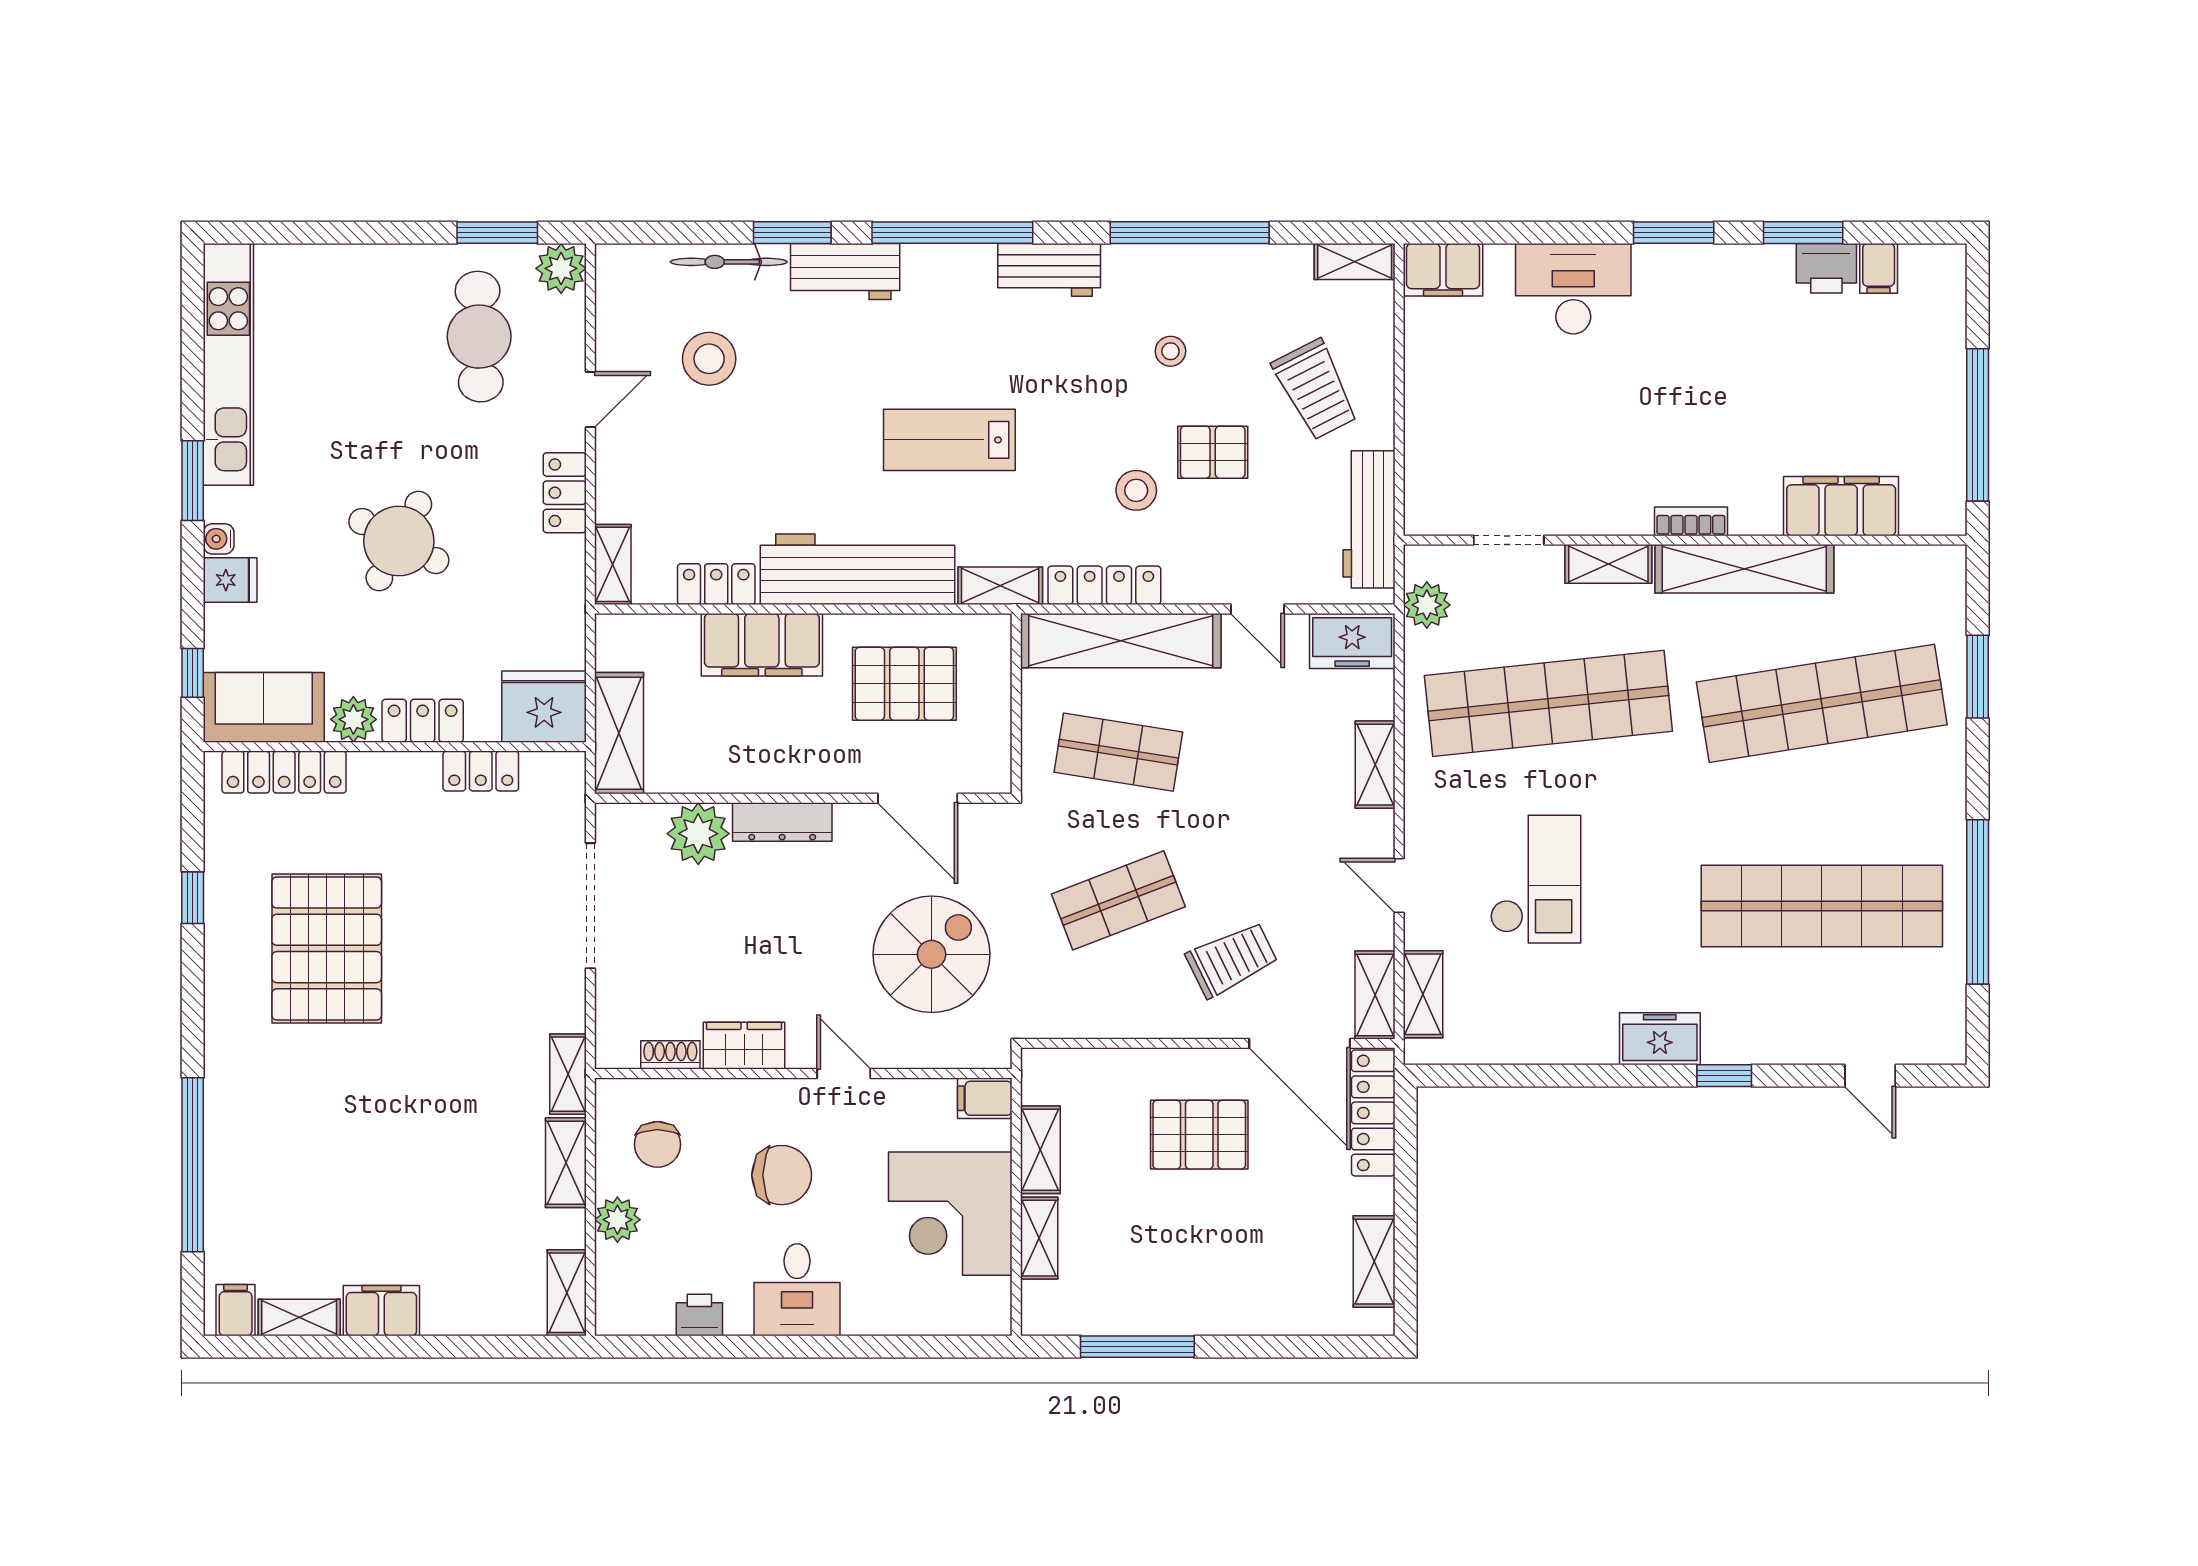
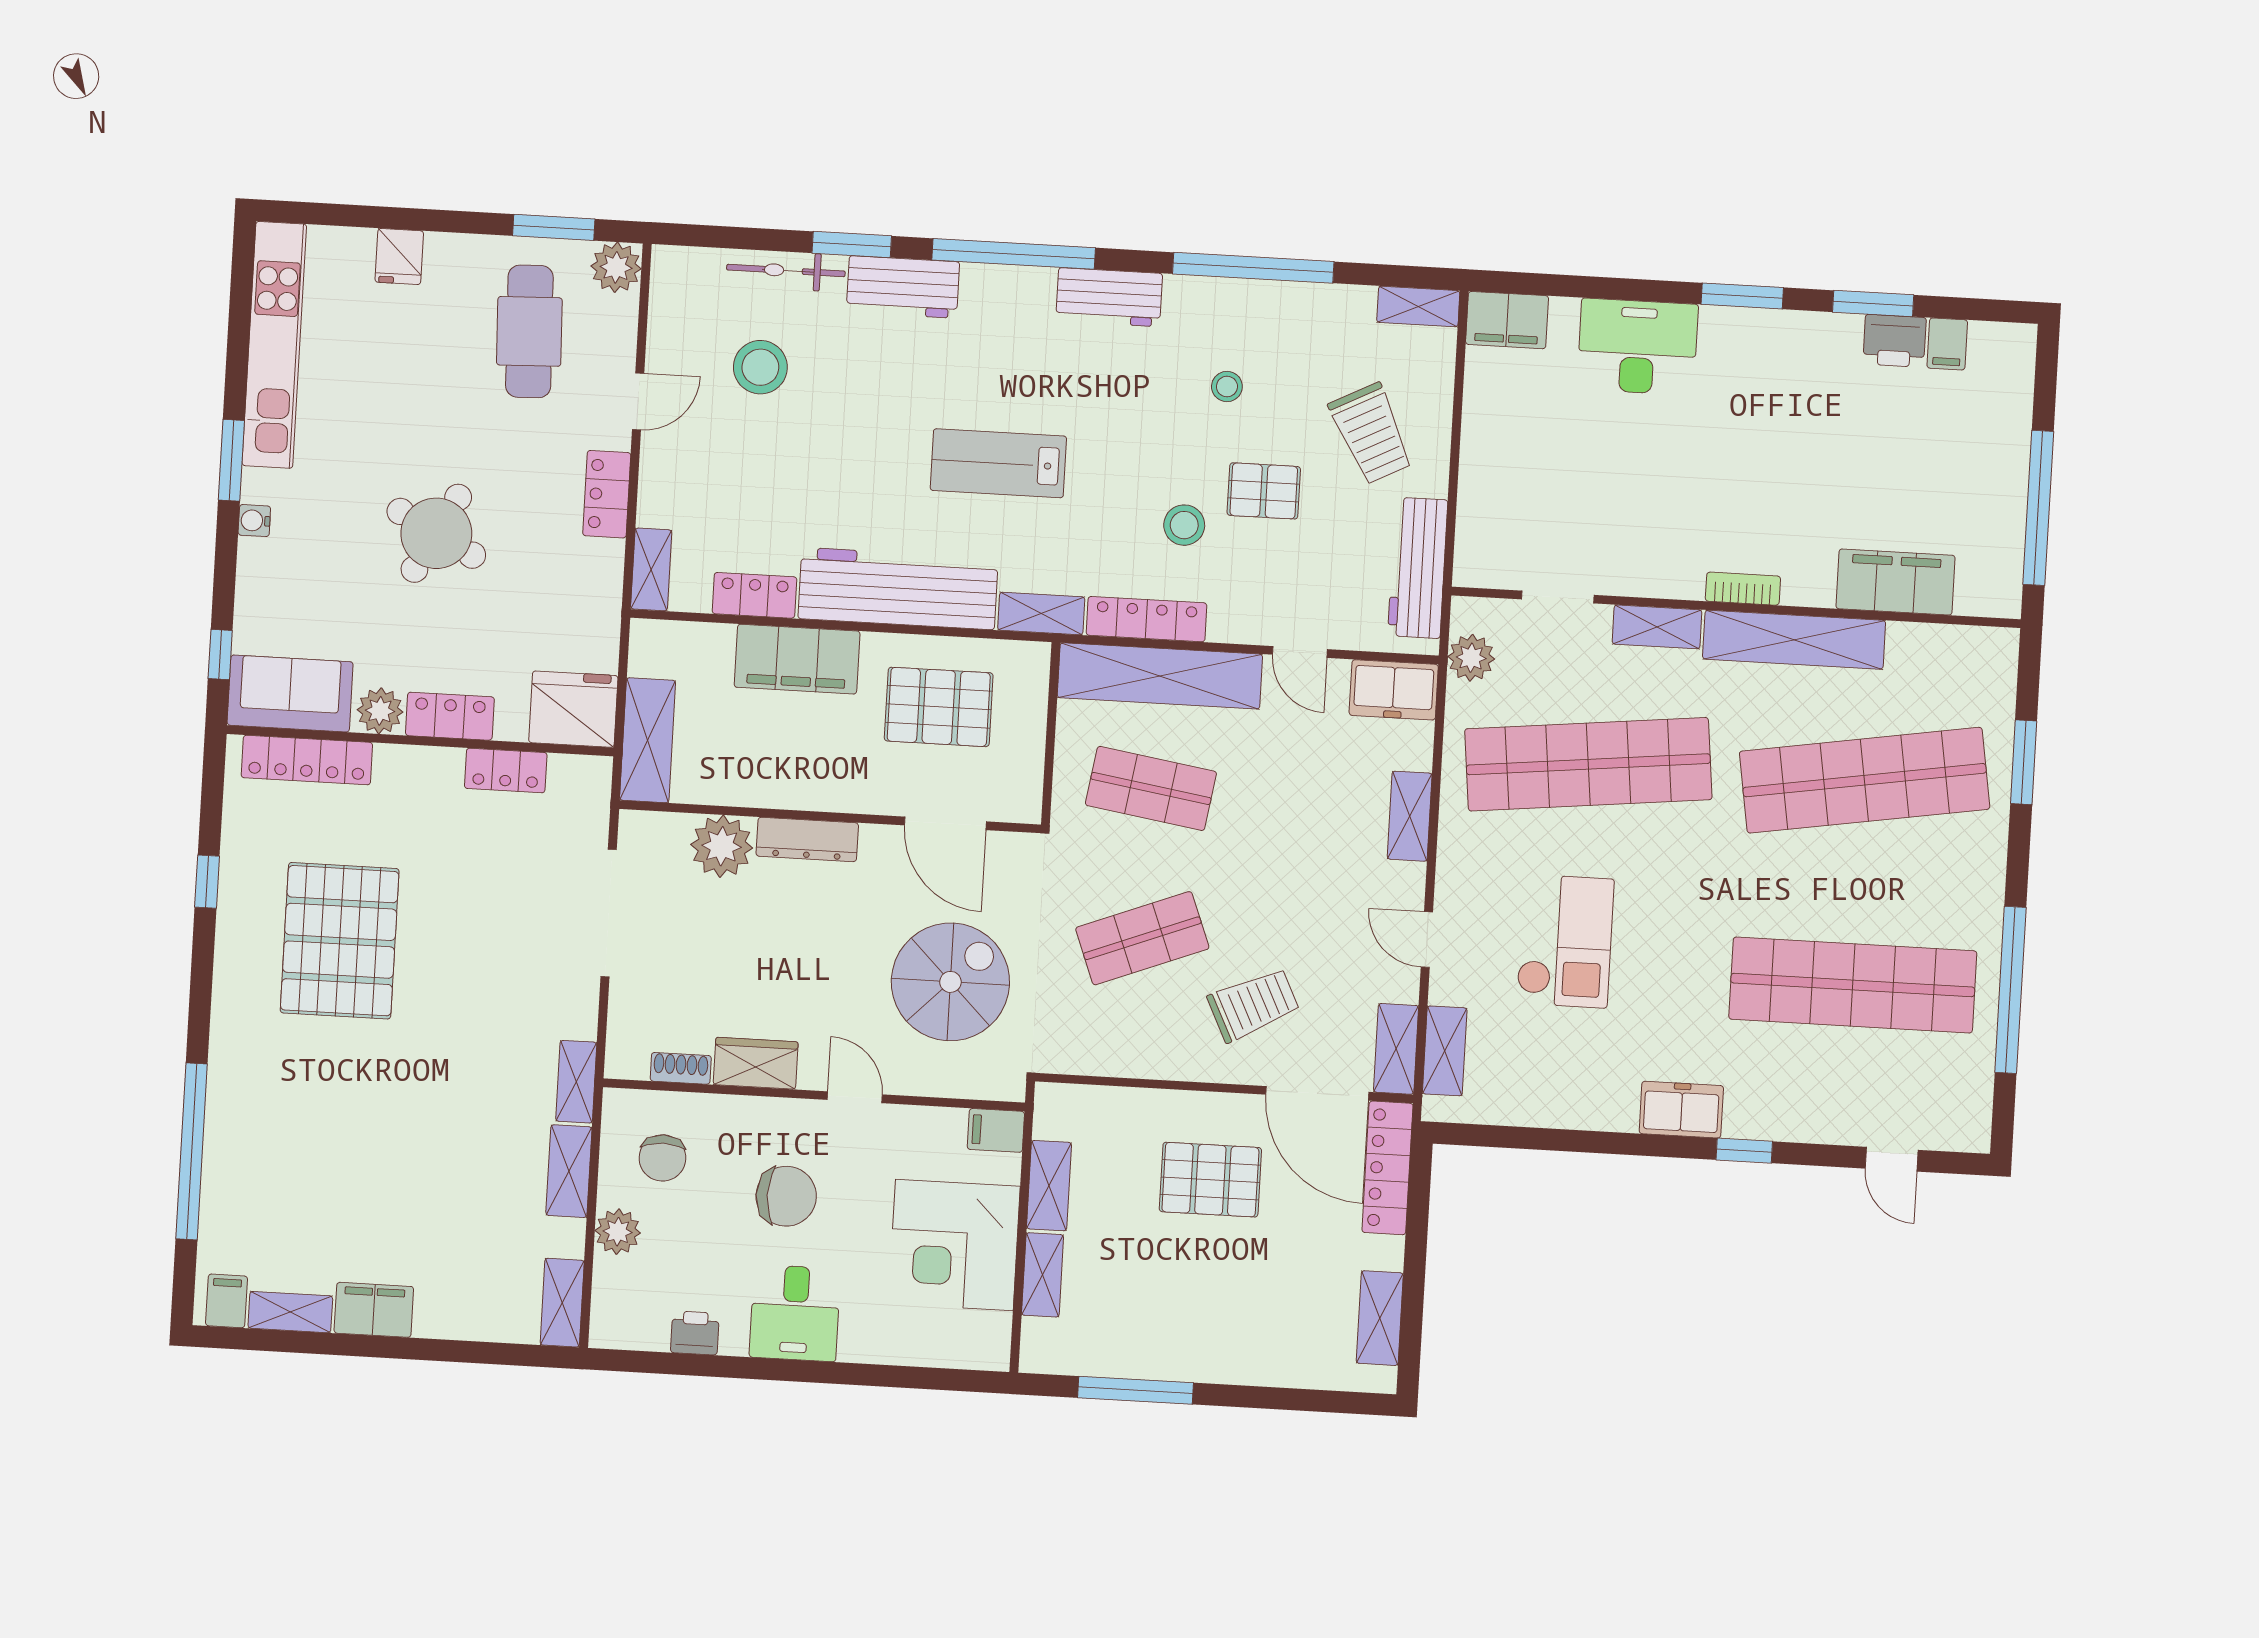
fridge: (230, 580) -> (399, 257), moved, turned 90

